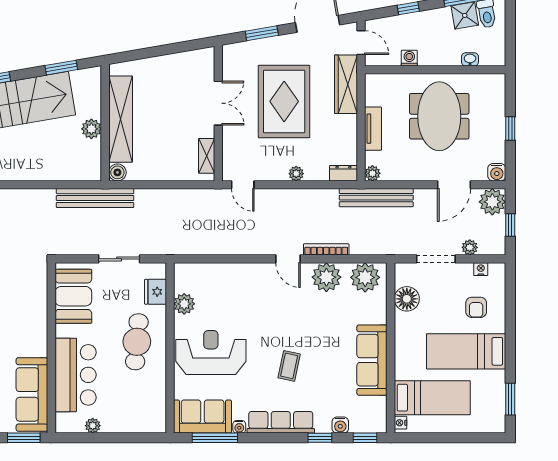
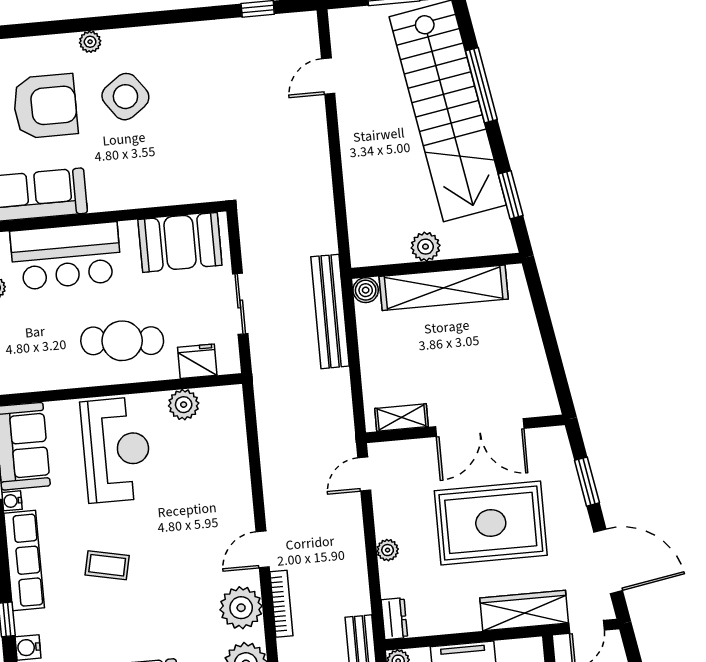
double door: (218, 103) -> (480, 427), width x1.37
bench: (95, 198) -> (330, 311), moved

